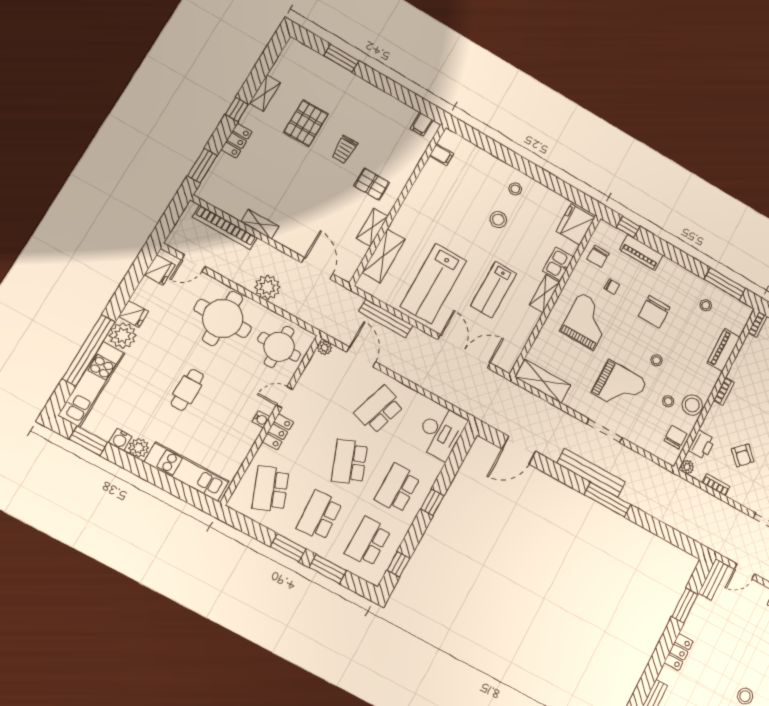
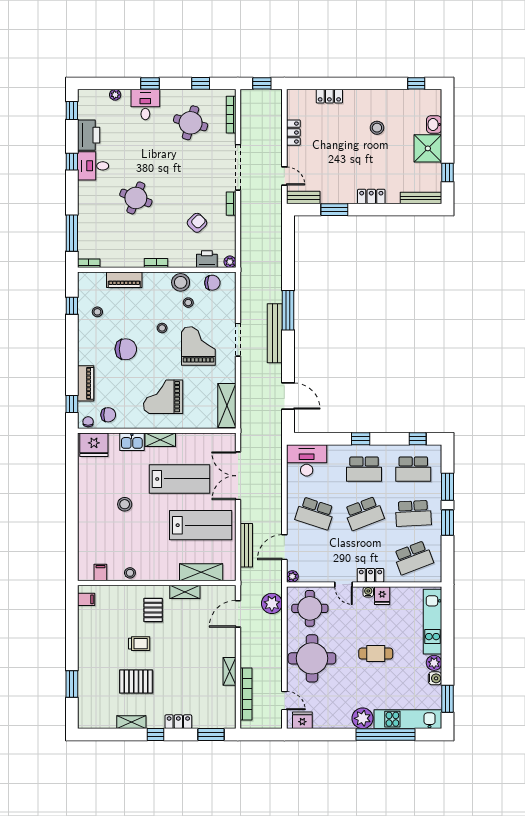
stool: (515, 189) -> (130, 573), moved
window: (725, 284) -> (72, 306), width x0.46
plant: (267, 287) -> (272, 603), moved
chair: (612, 287) -> (88, 422), moved
lab bench: (494, 290) -> (179, 479), width x1.36, depth x1.39
fridge: (134, 314) -> (382, 596), moved, turned 180
chair: (675, 437) -> (212, 283), turned 180
bookcase: (716, 485) -> (231, 204), moved

